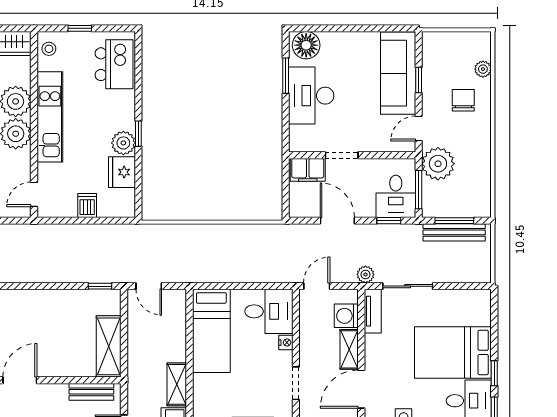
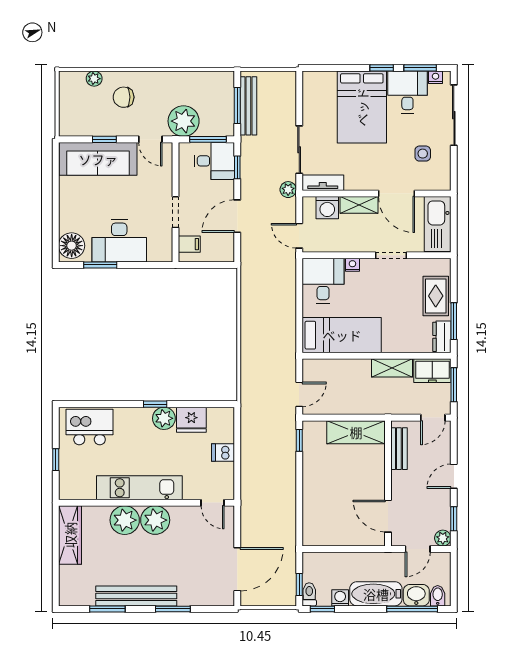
stool: (49, 49) -> (75, 489), removed
filing cabinet: (308, 170) -> (189, 244), width x0.50

